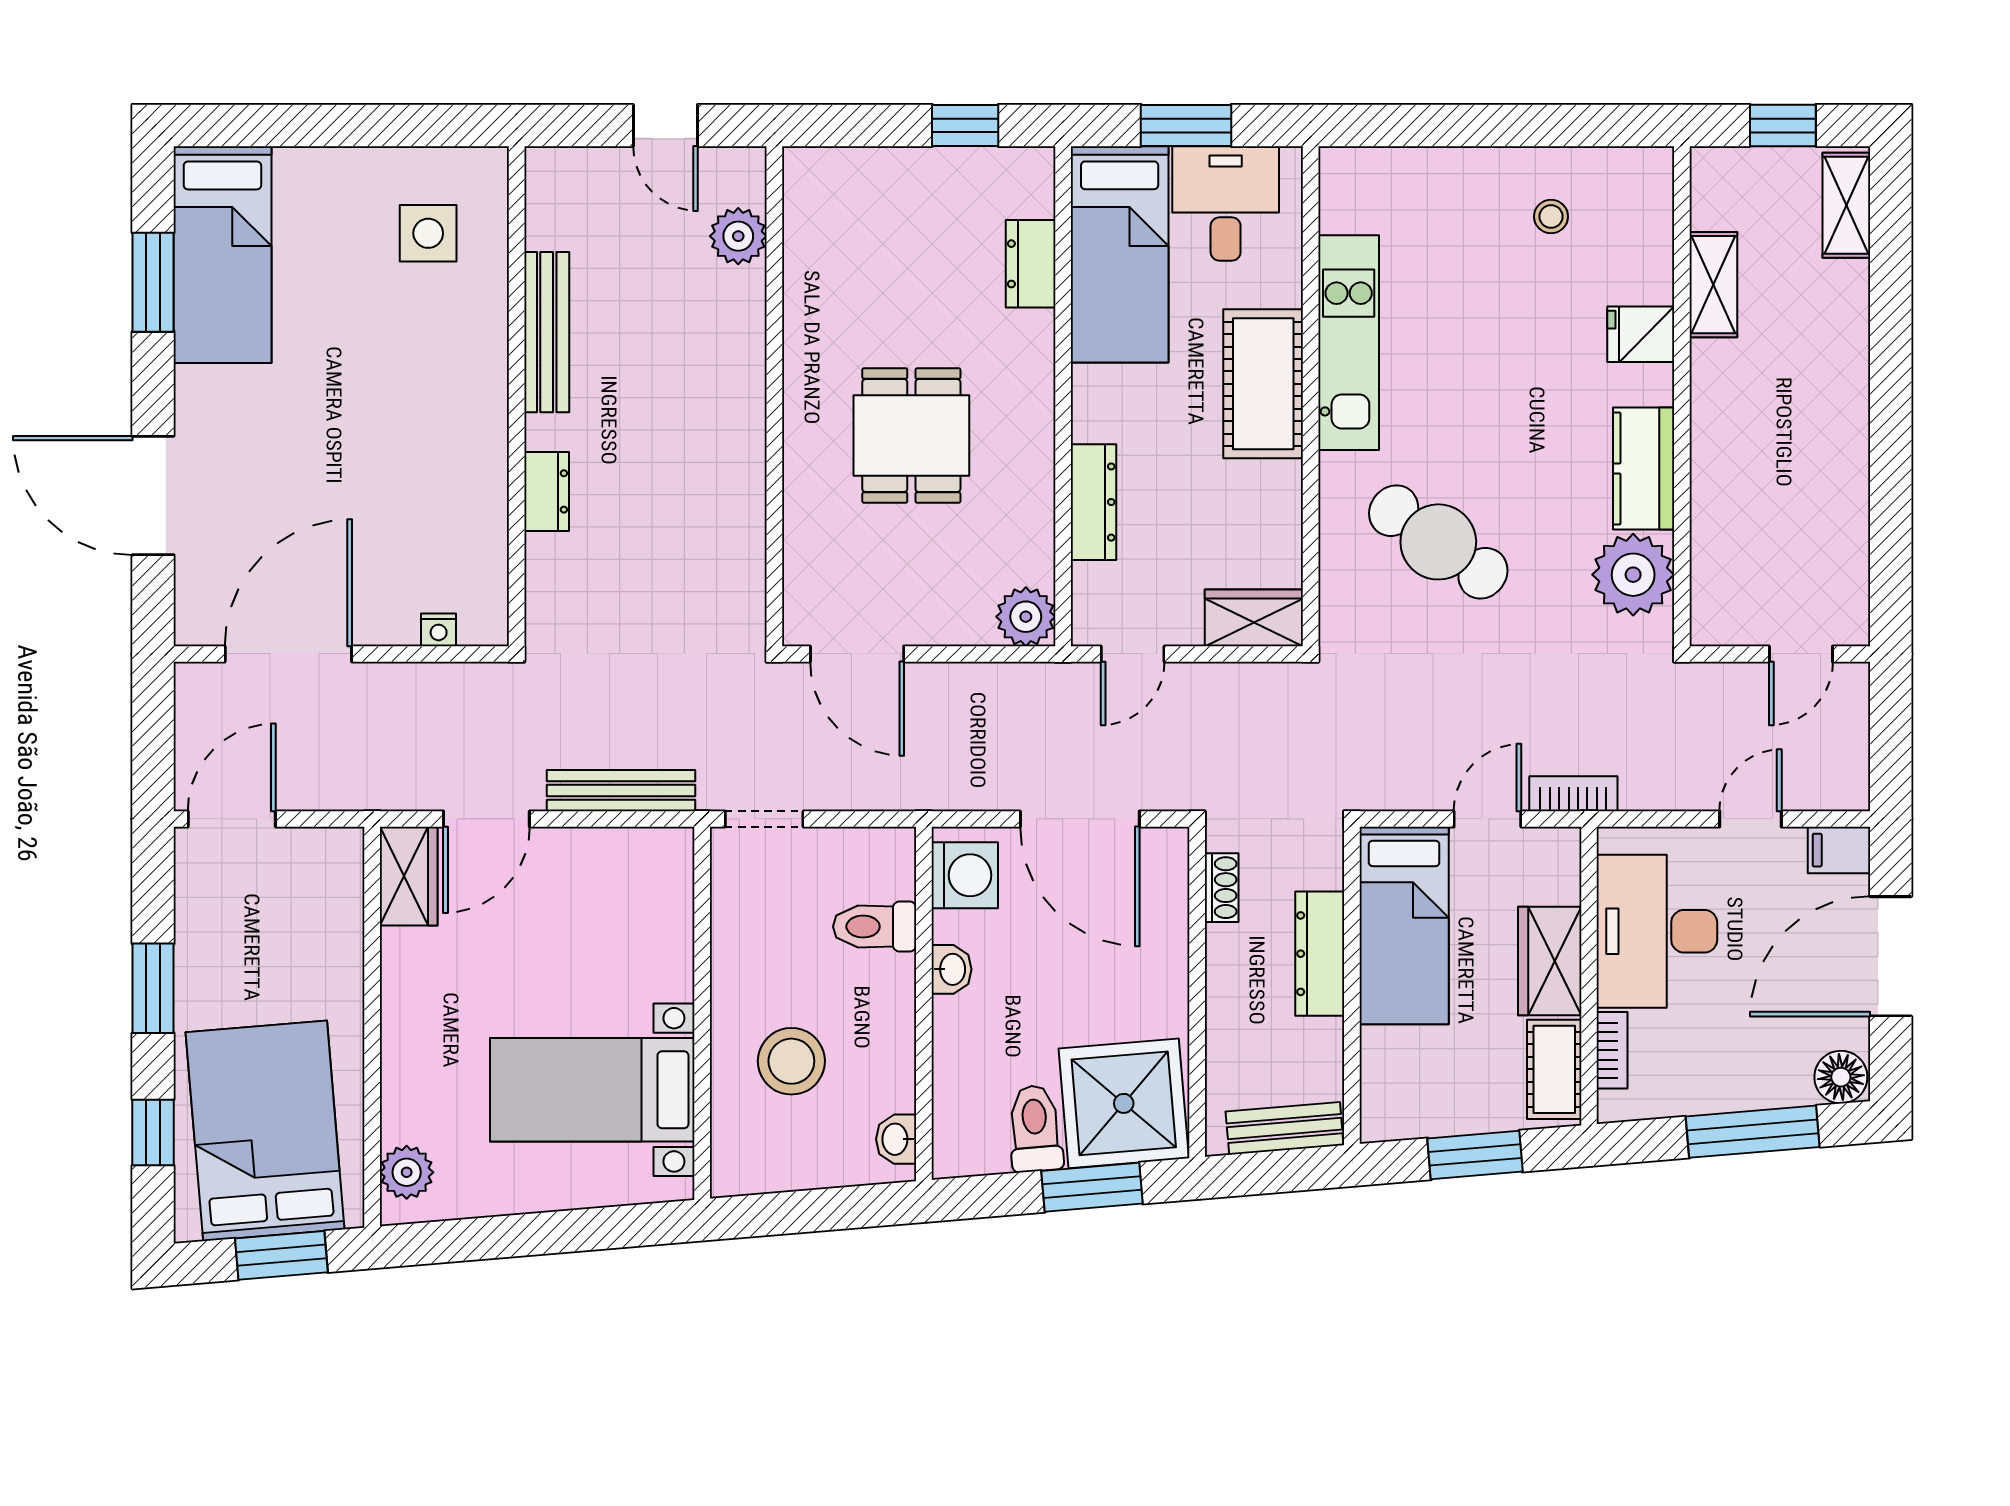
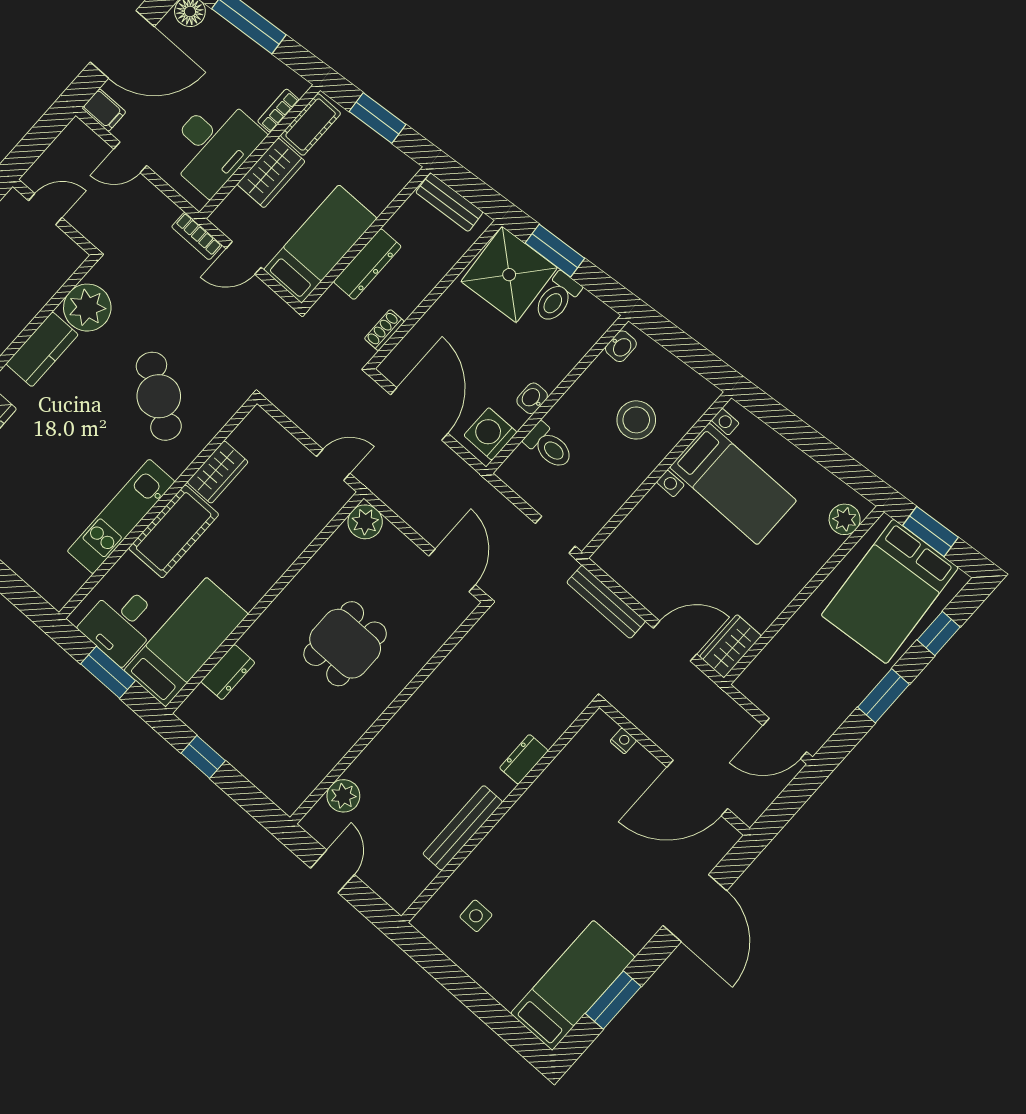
side table: (428, 233) -> (476, 916), width x0.73, depth x0.73
dresser: (1094, 502) -> (292, 545), removed
wardrobe: (1254, 618) -> (218, 472), moved, turned -90

